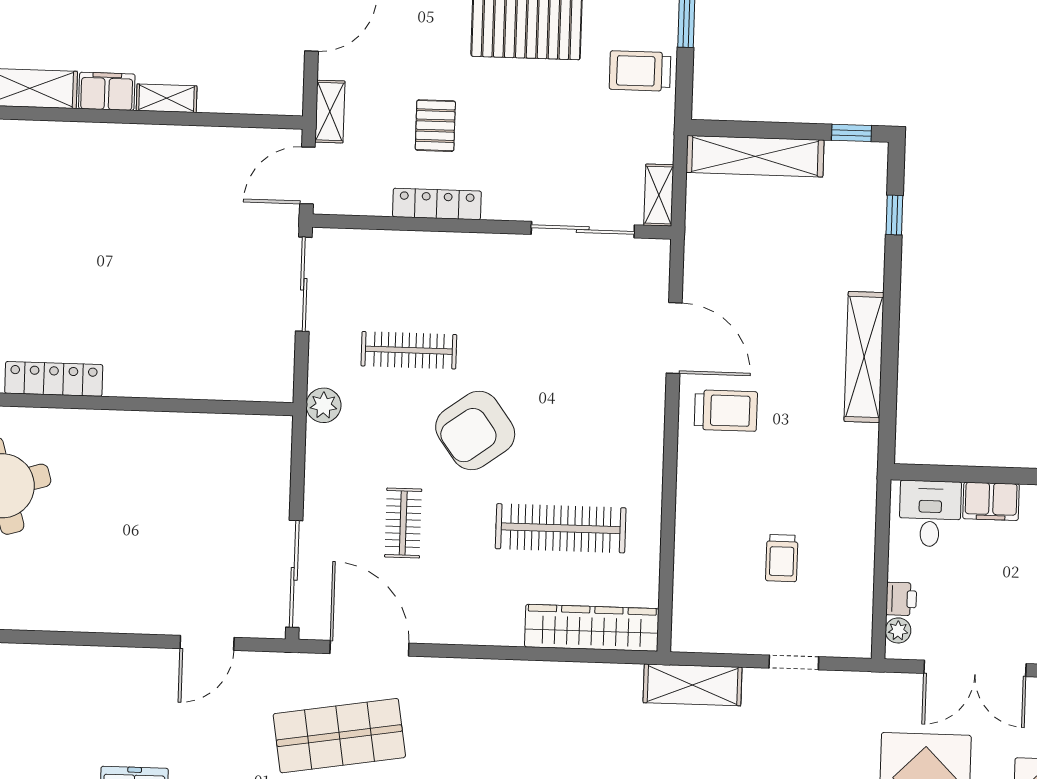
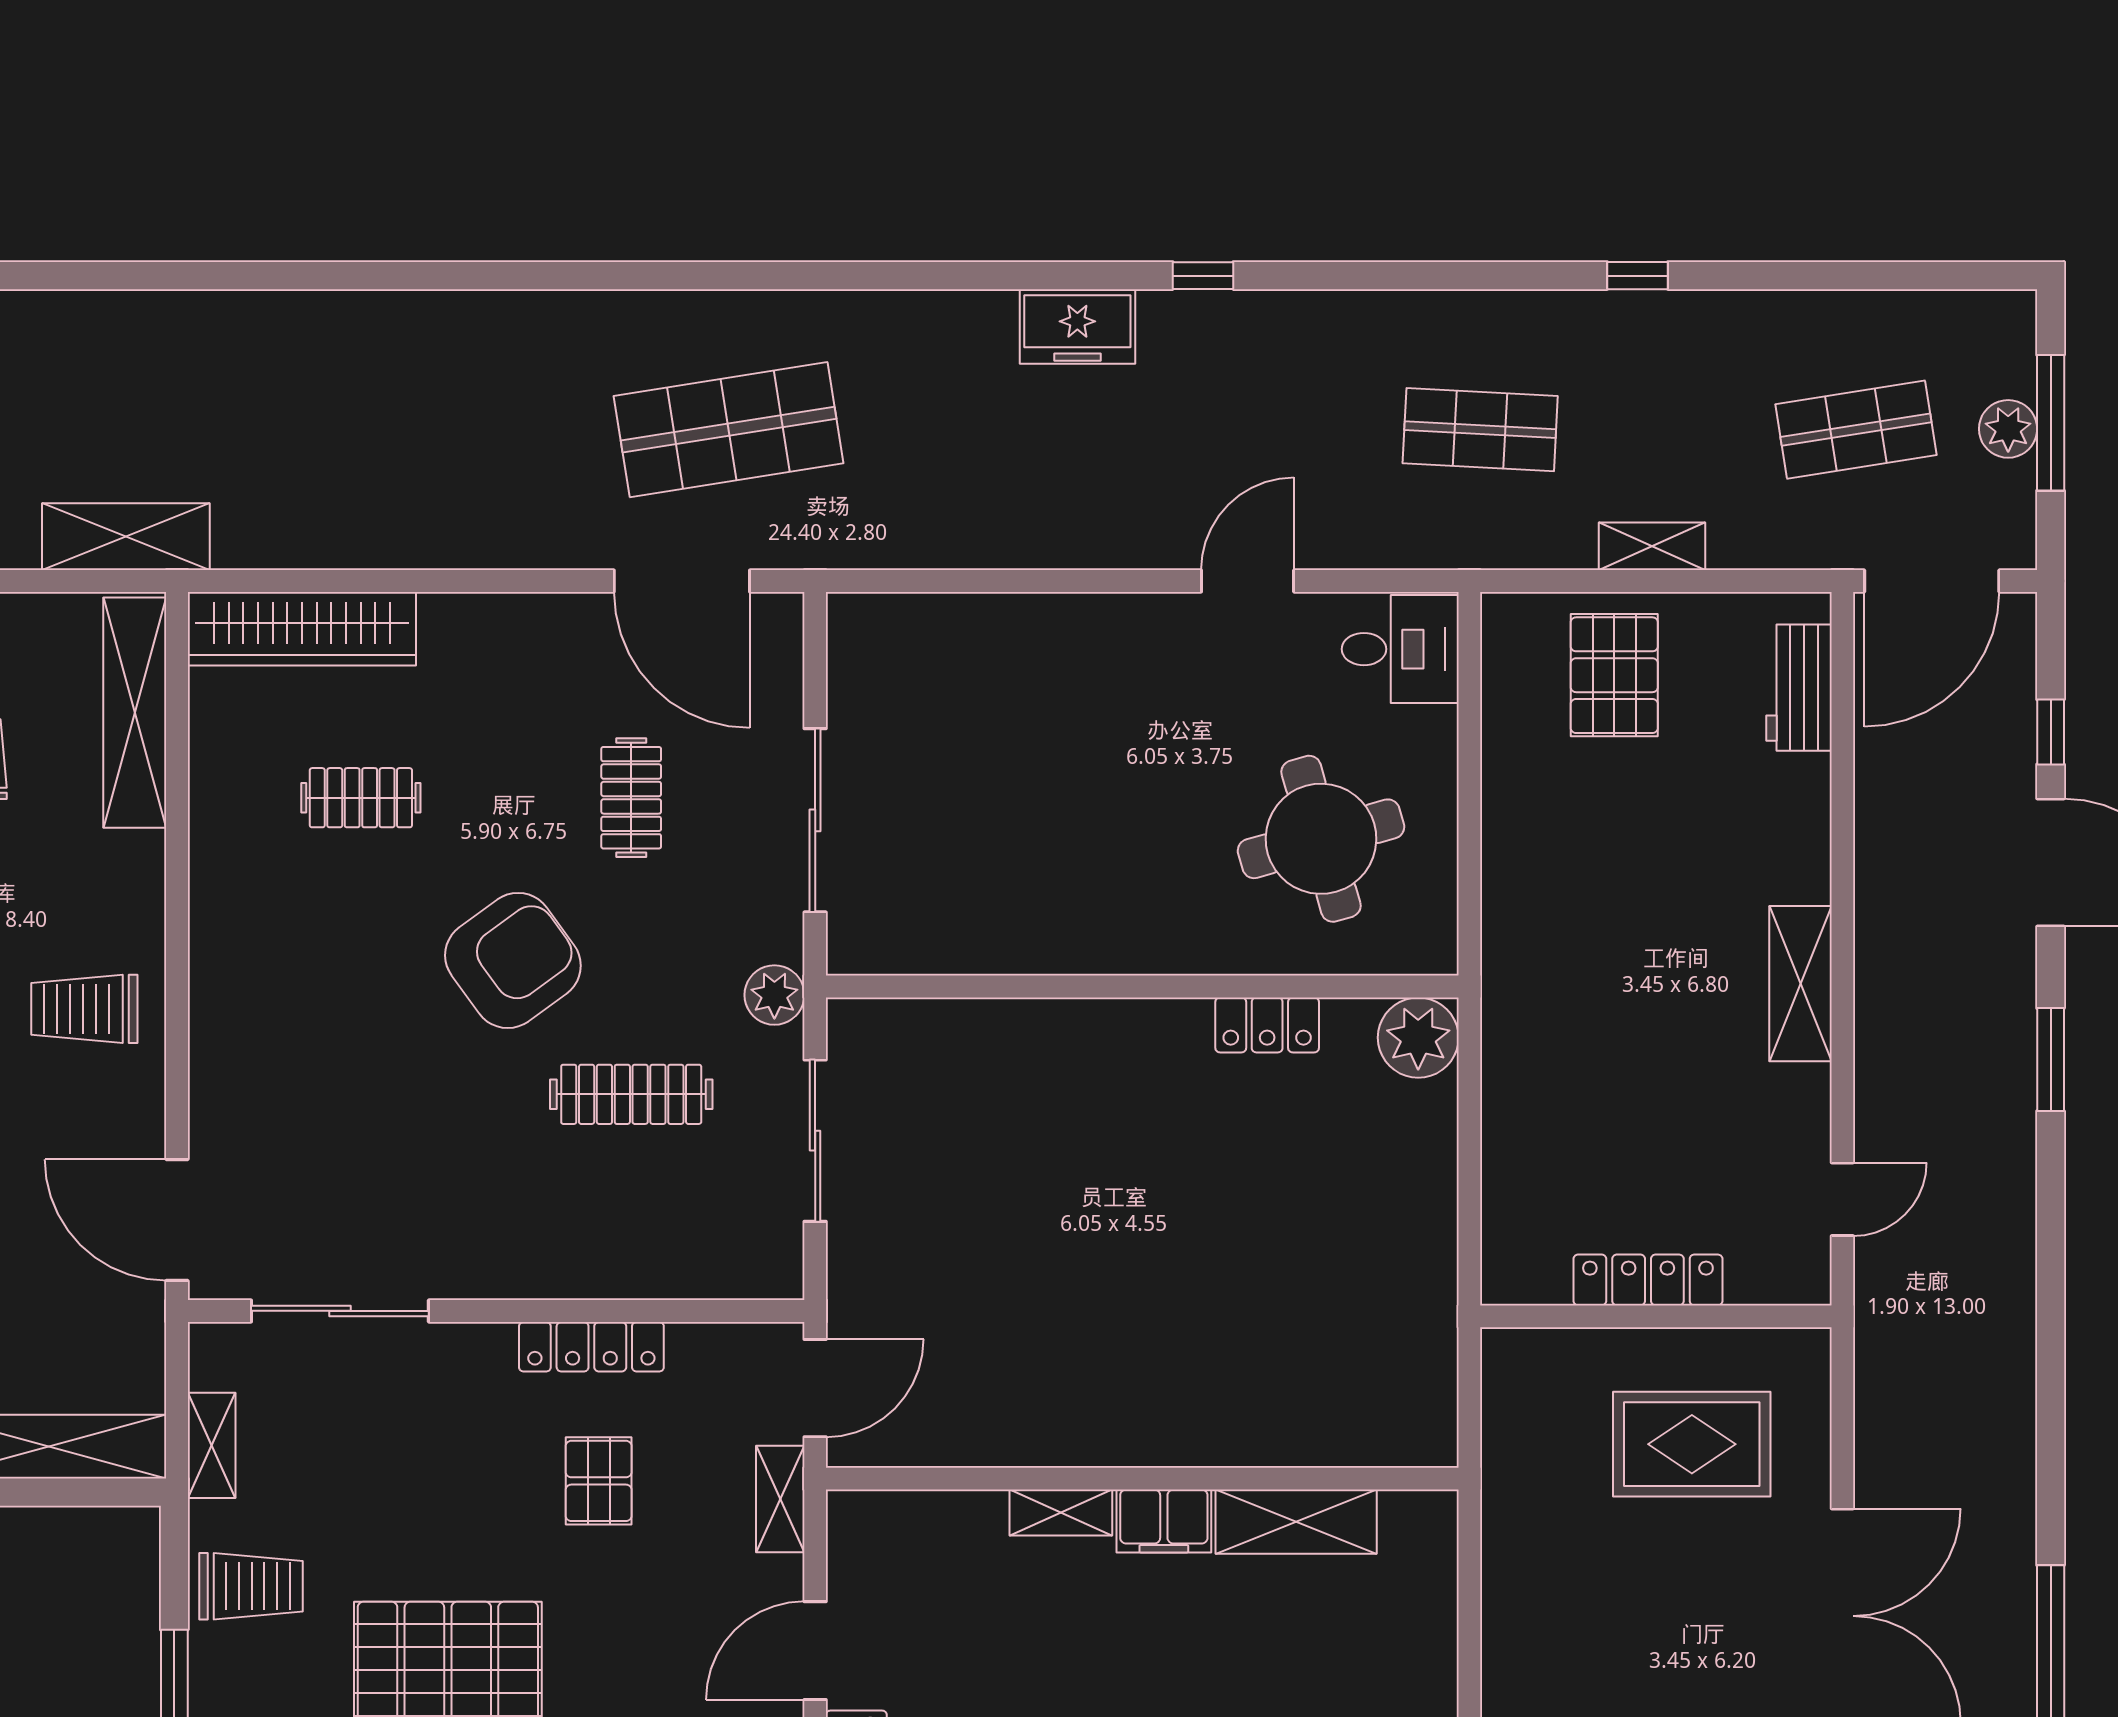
shelving: (659, 195) -> (212, 1445), moved
sliding door: (304, 284) -> (815, 1141), moved
door: (674, 338) -> (177, 1220), moved
locker: (54, 379) -> (1267, 1025), width x0.66
clothes rail: (561, 528) -> (361, 798), width x0.54, depth x0.76
sliding door: (294, 574) -> (815, 820), moved
shelving: (691, 582) -> (135, 713), added
door: (207, 643) -> (1248, 581), moved

